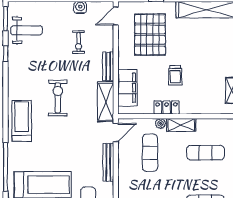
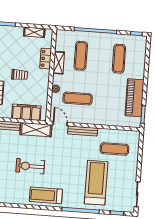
locker: (167, 108) -> (46, 59), moved
shelving: (181, 125) -> (59, 63), moved

